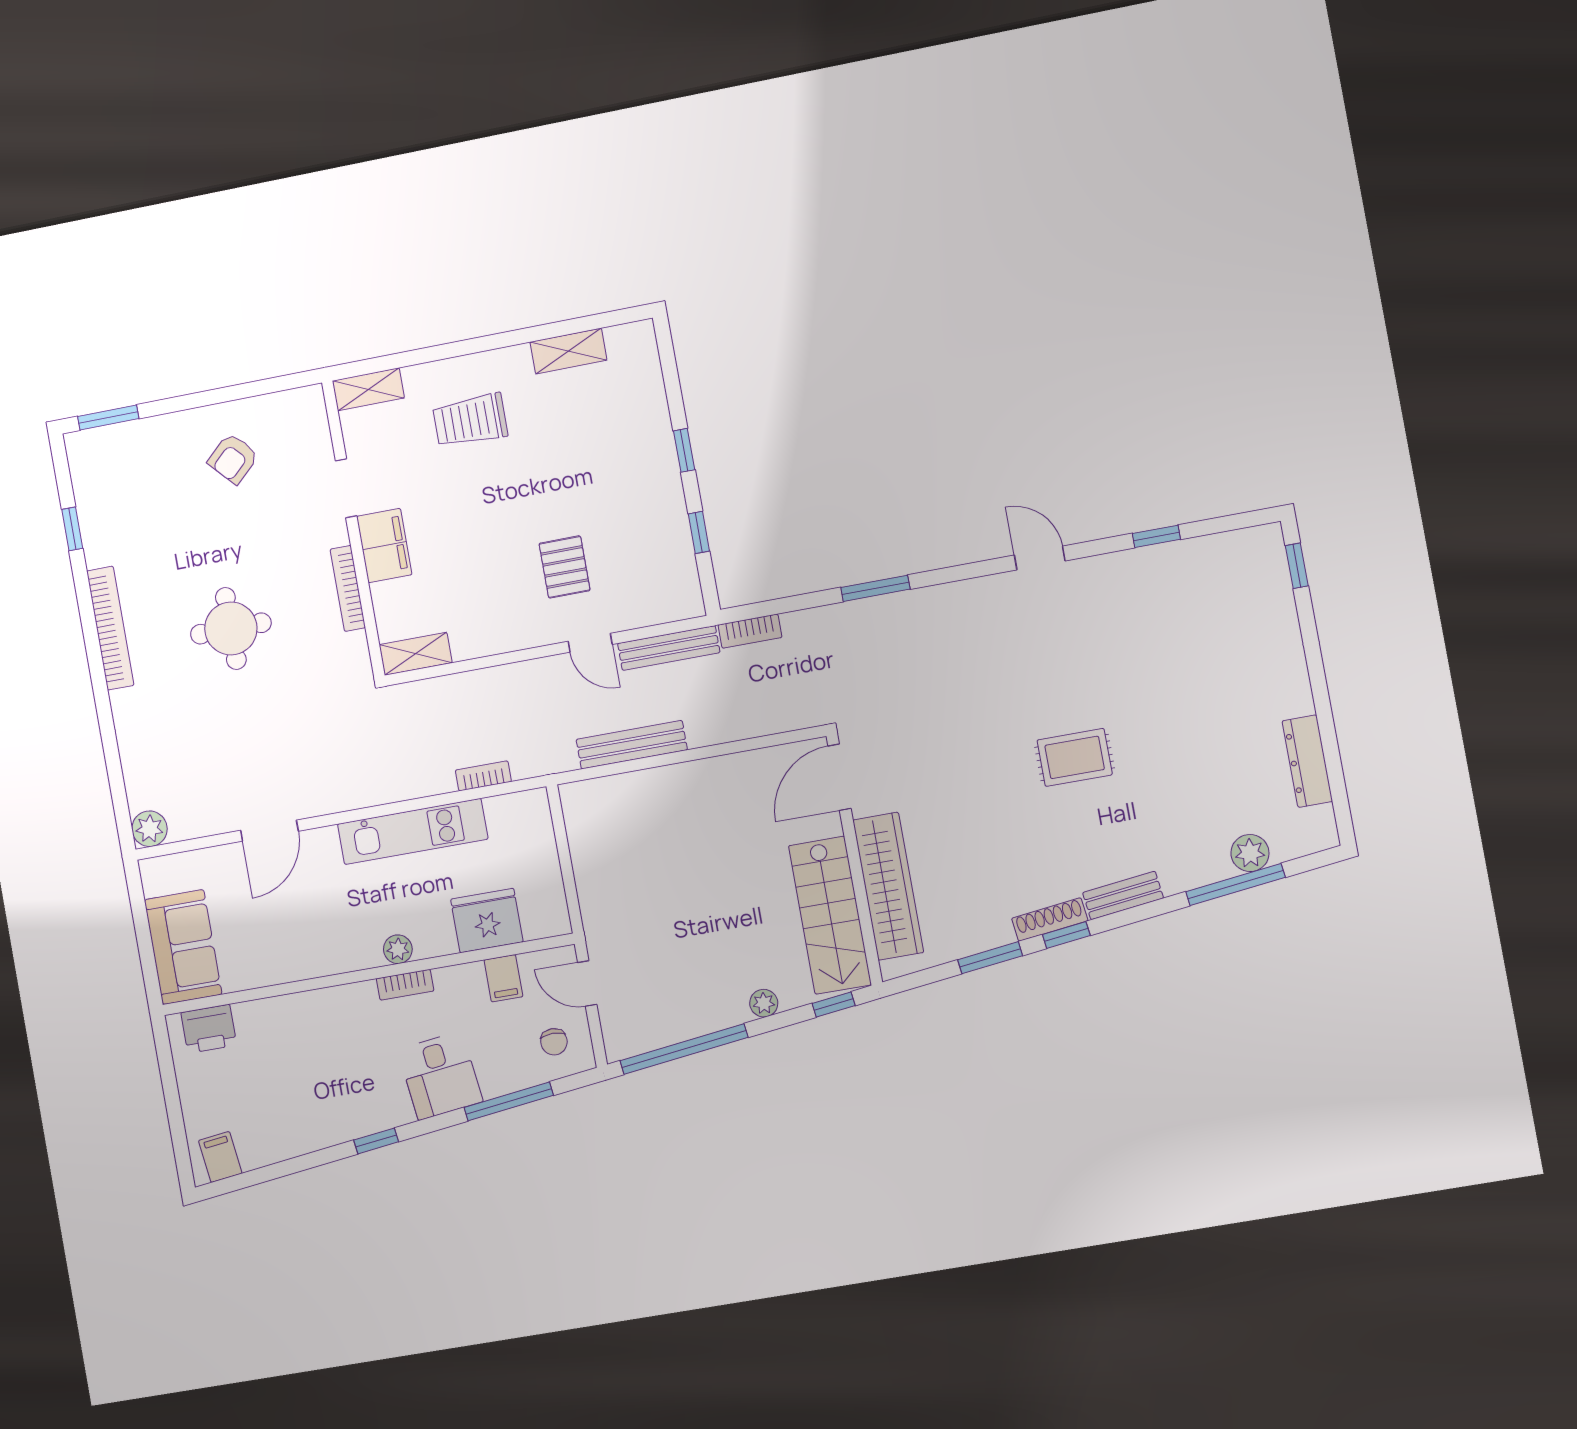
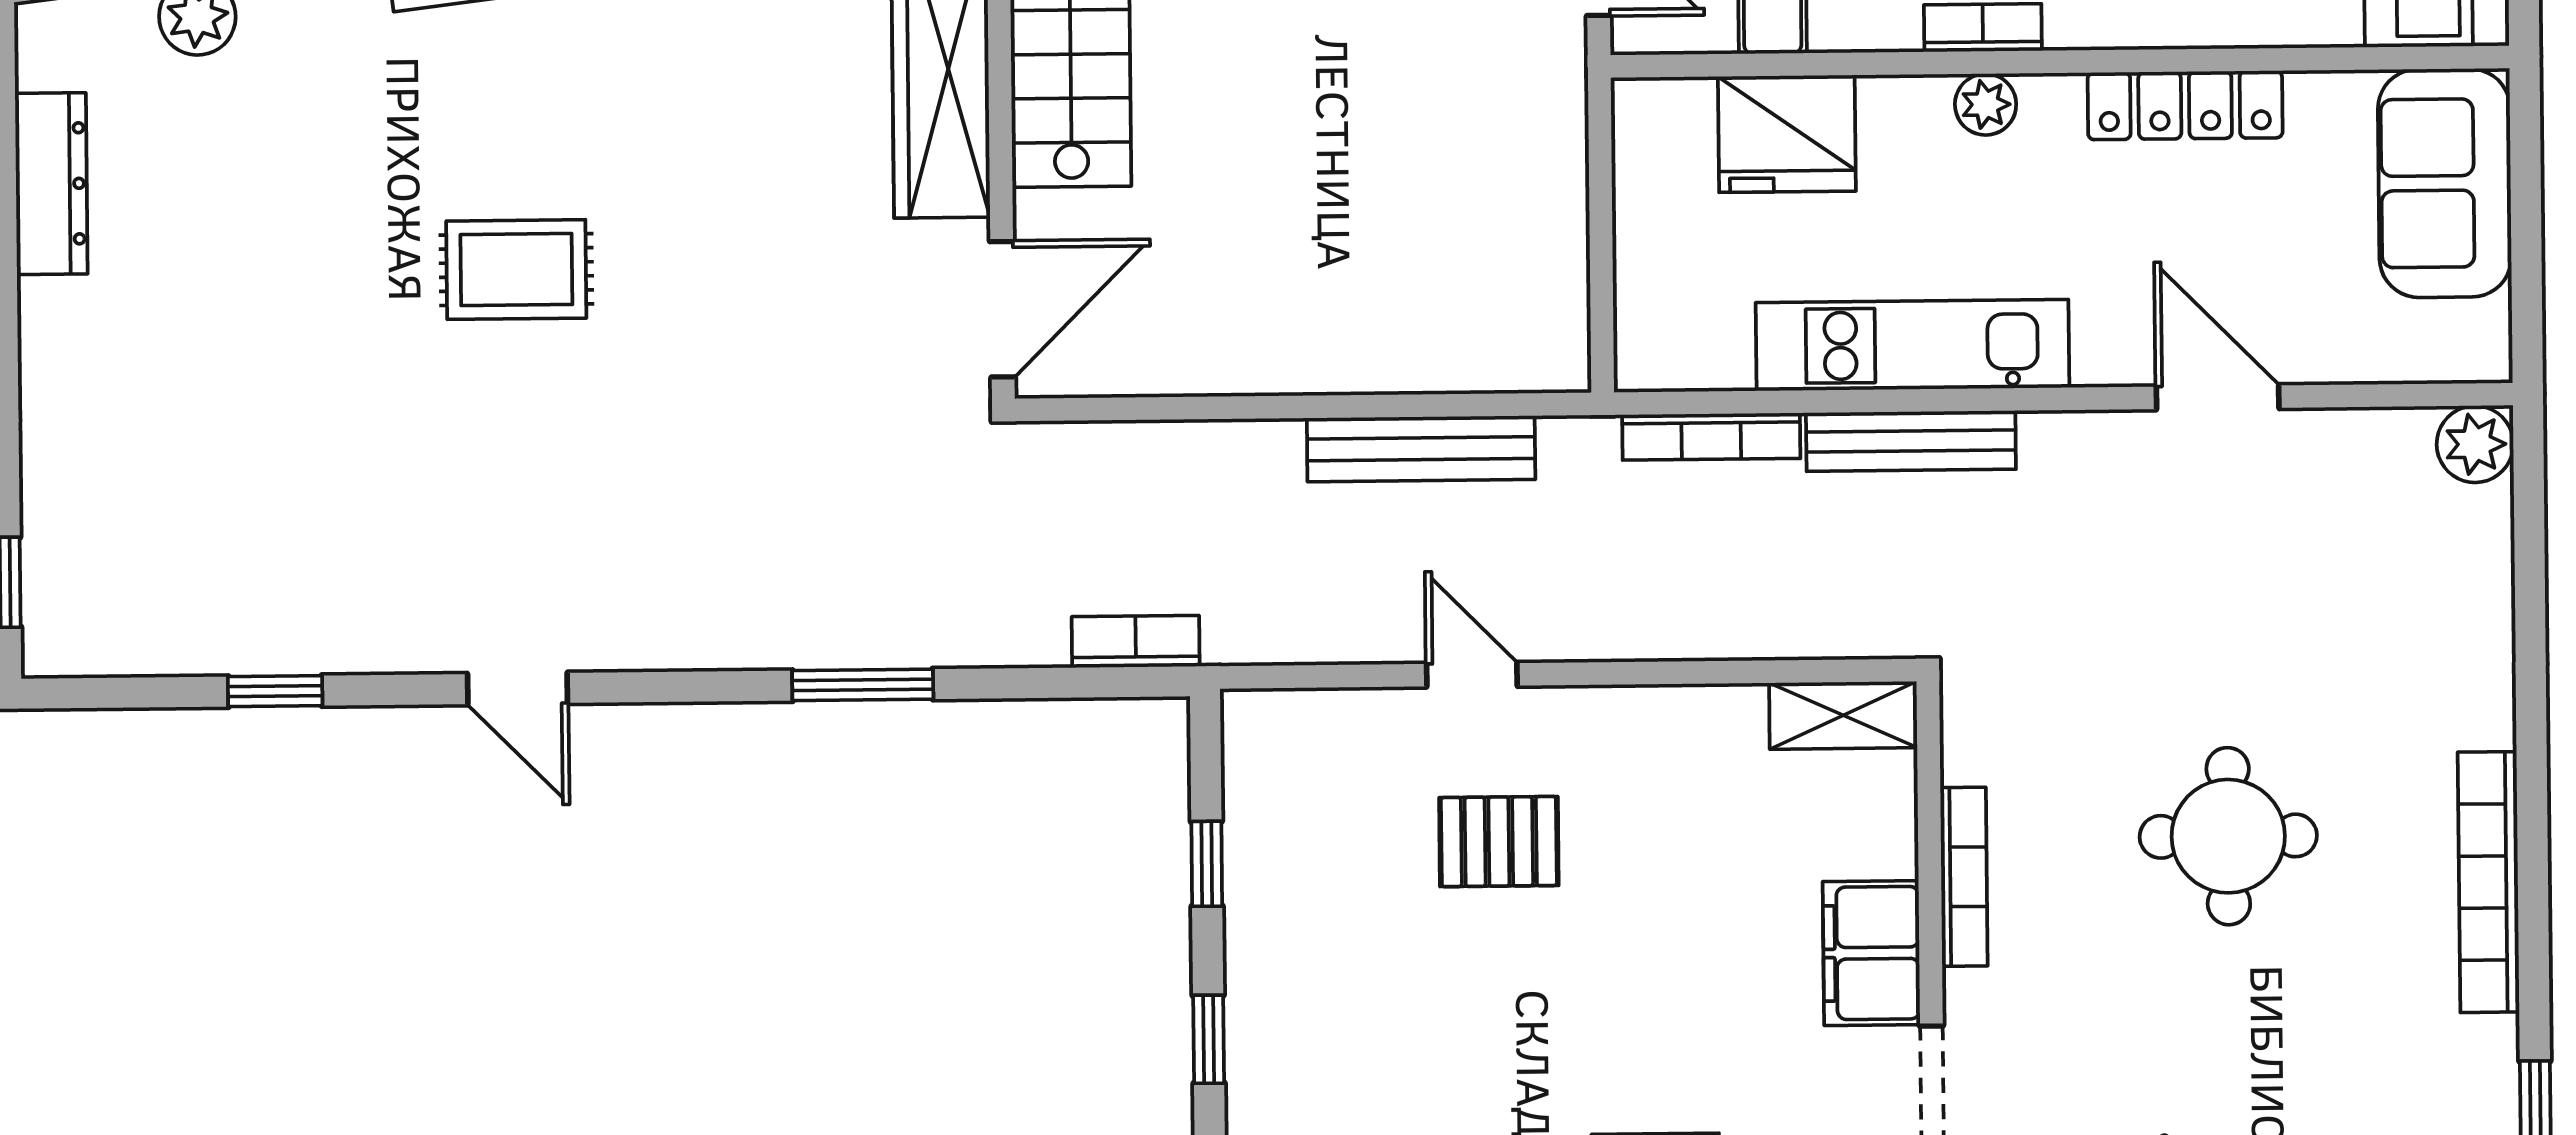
pallet: (565, 567) -> (1499, 842), turned 90
bench: (669, 648) -> (1911, 441), moved
bookcase: (483, 776) -> (1711, 437), width x1.56
door: (269, 831) -> (2218, 397), hinge flipped
locker: (307, 964) -> (2185, 105), added

